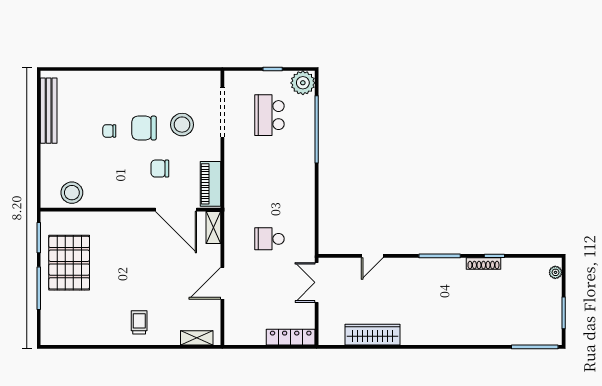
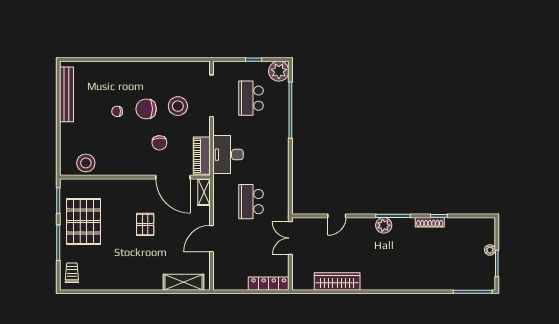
chair: (160, 169) -> (159, 143), turned -94
desk: (242, 183) -> (228, 155), added
school desk: (269, 239) -> (251, 202), width x1.85
pallet: (143, 266) -> (145, 224), added
plant: (428, 267) -> (384, 225), added
plant: (555, 272) -> (490, 250), moved
trolley: (139, 322) -> (72, 273), moved
shelving: (197, 338) -> (183, 282), width x1.50, depth x1.33

